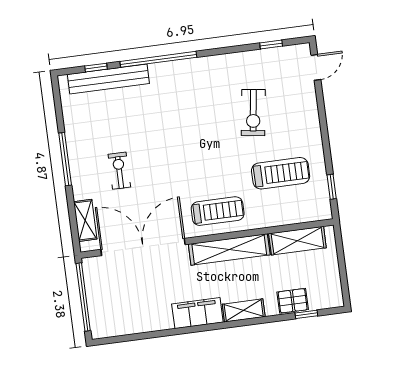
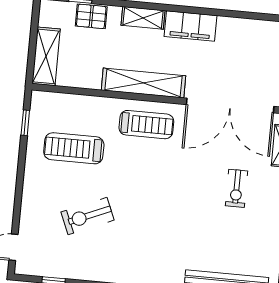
exercise bike: (253, 113) -> (87, 216), turned -121
treadmill: (218, 211) -> (146, 125), turned 180
shelving: (297, 241) -> (46, 56), moved, turned 90

